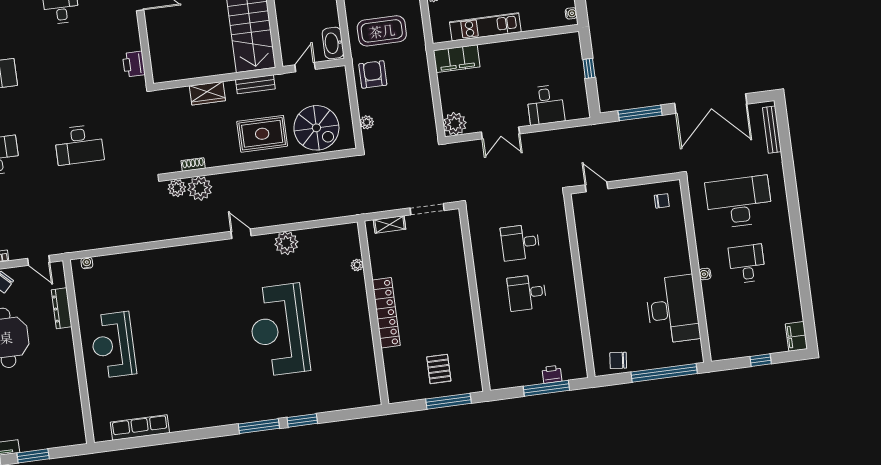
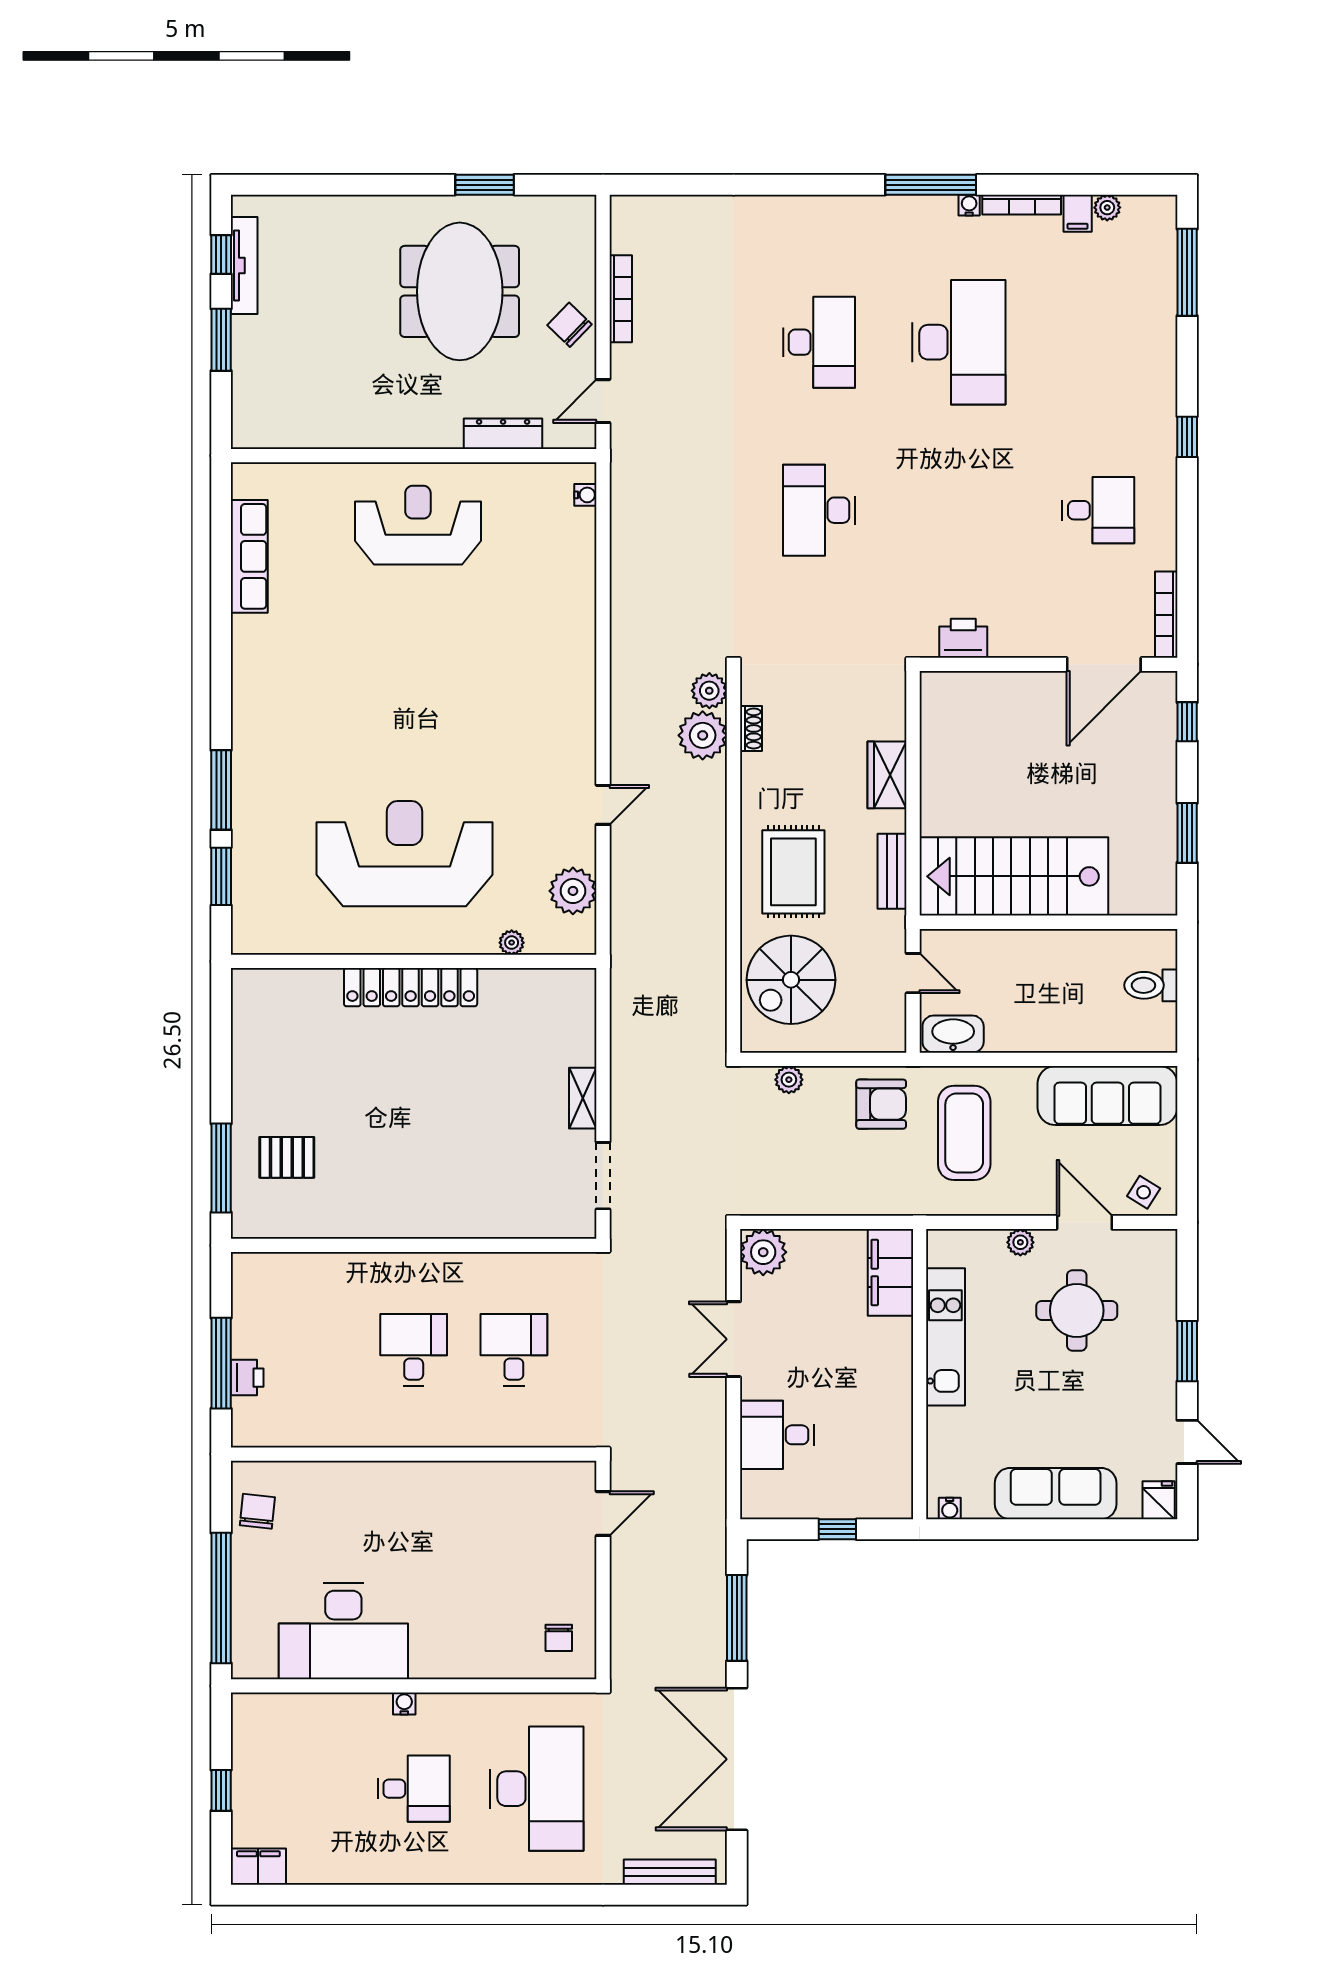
plant: (357, 265) -> (512, 943), moved
wall: (373, 313) -> (414, 961), moved
locker: (386, 313) -> (411, 987), moved

